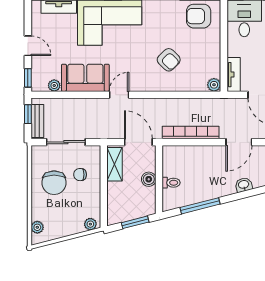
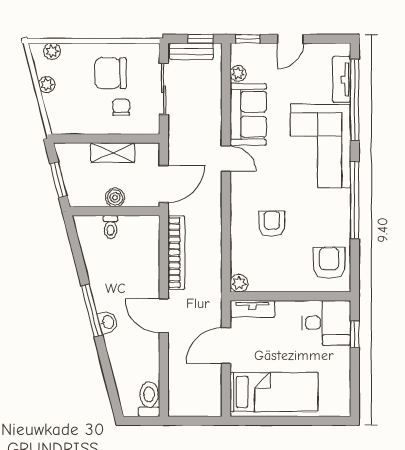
armchair: (169, 60) -> (272, 224), turned 135
shelving: (114, 164) -> (113, 153), moved
window: (200, 206) -> (92, 311), moved
plant: (90, 224) -> (47, 85), moved

